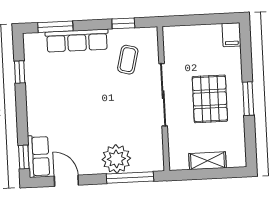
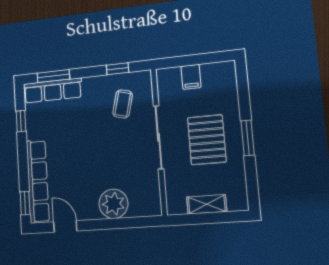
filing cabinet: (231, 35) -> (191, 77), moved
row of seats: (77, 41) -> (53, 90), moved
row of seats: (39, 156) -> (38, 181), width x2.02
window: (130, 178) -> (128, 223), removed

